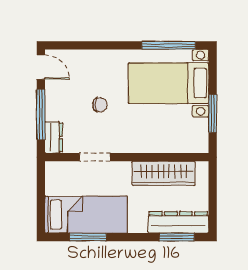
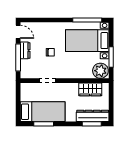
dresser: (54, 137) -> (25, 50), moved
plant: (193, 139) -> (100, 71), added
wardrobe: (163, 173) -> (90, 89), width x0.67

